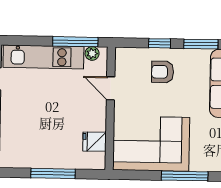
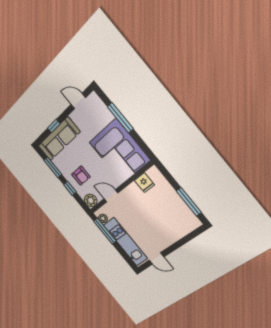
plant: (125, 57) -> (91, 200), added
door: (111, 88) -> (111, 196), swing flipped
window: (53, 173) -> (189, 202), moved

